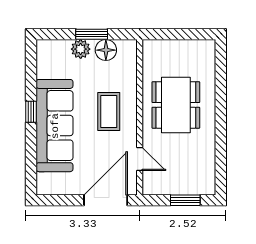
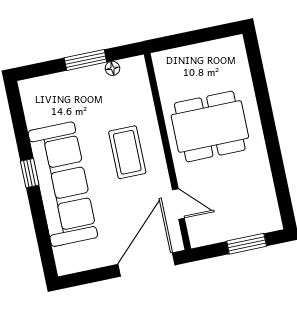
plant: (81, 49) -> (75, 81), removed
floor lamp: (106, 50) -> (112, 68), width x0.53, depth x0.53
dining table: (176, 105) -> (210, 126), turned 90

